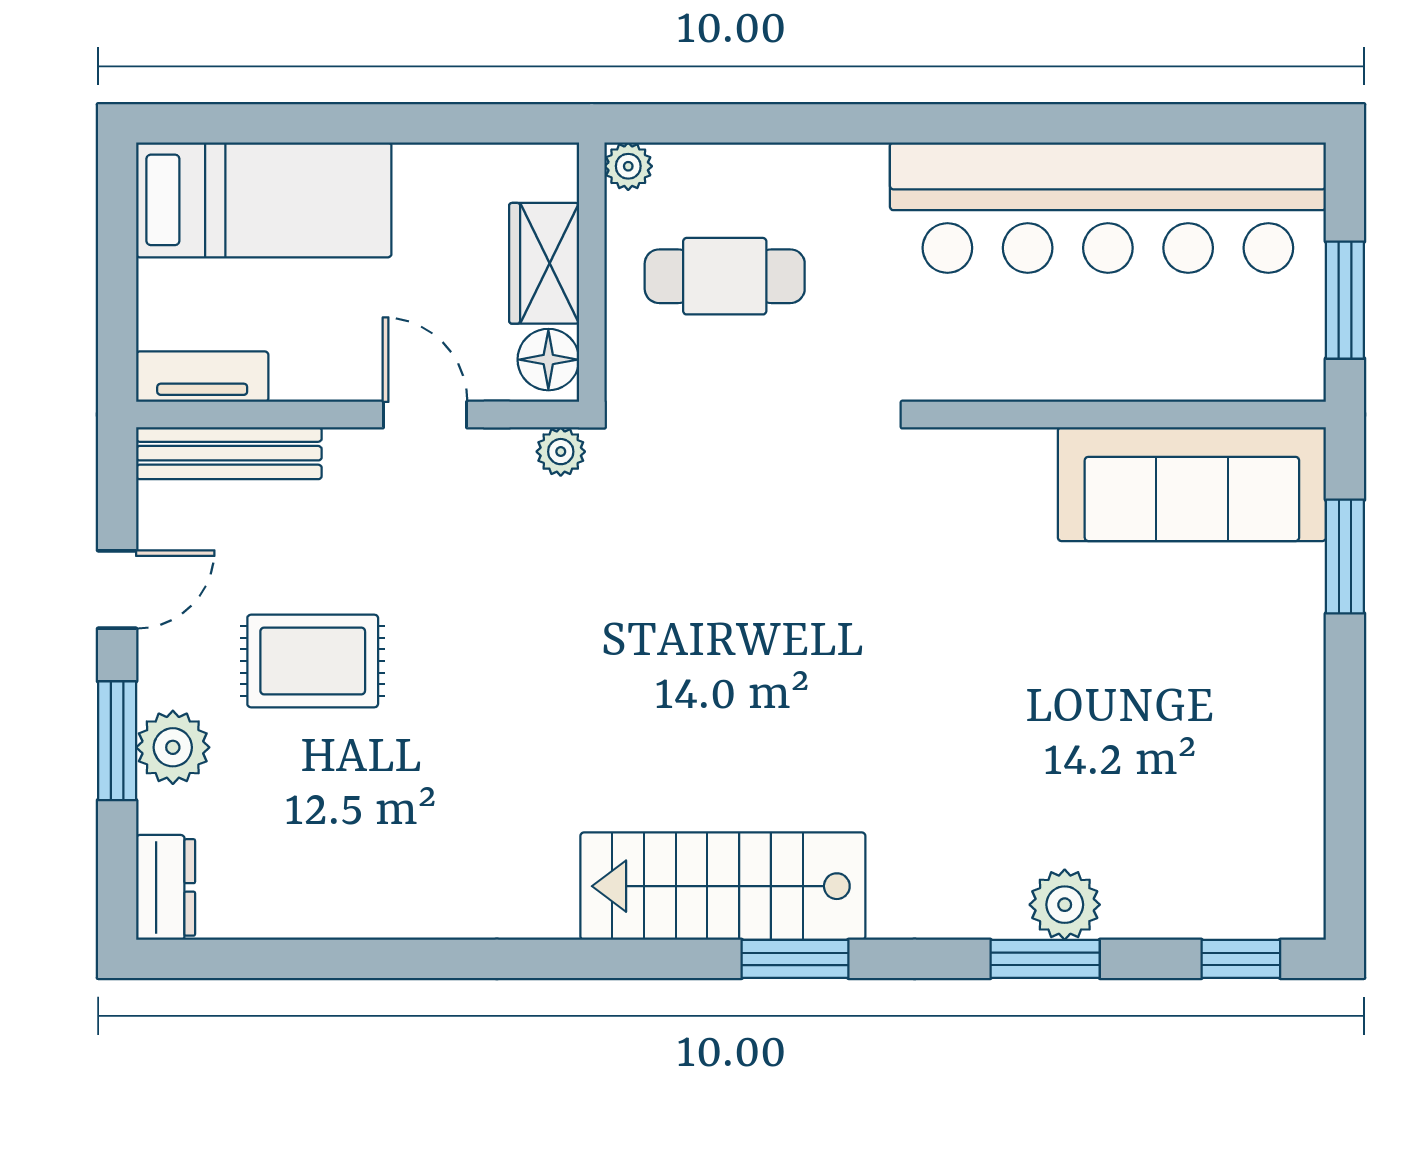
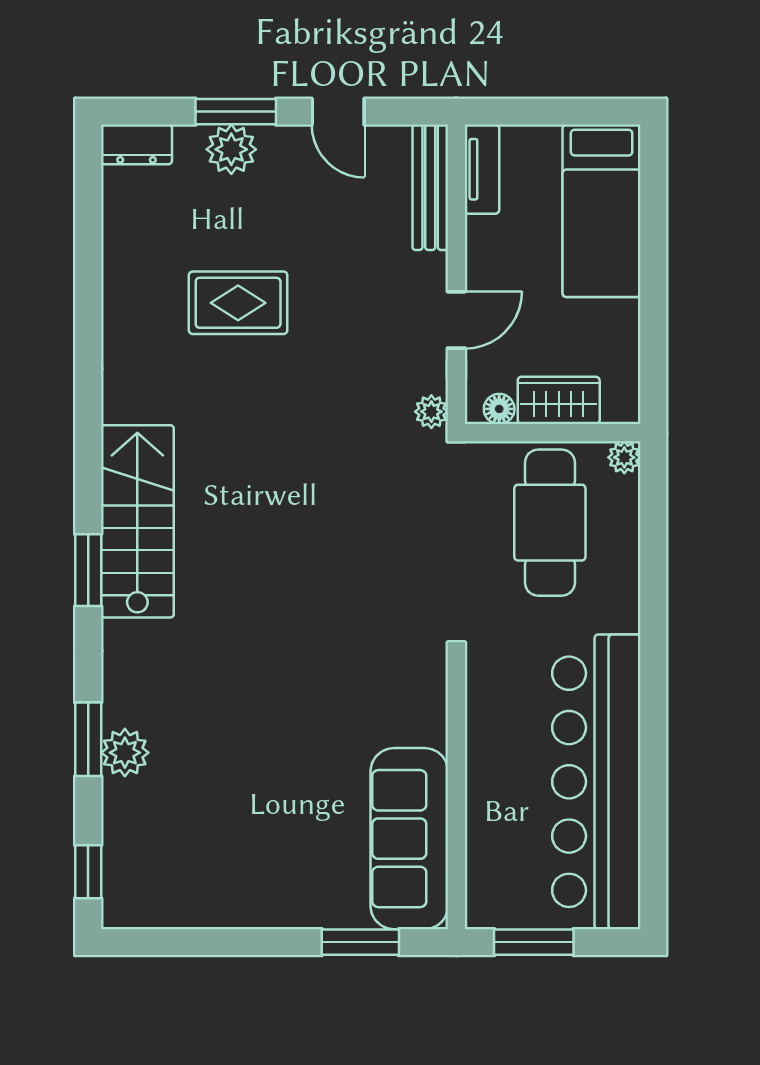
cafe table: (725, 276) -> (550, 523), width x1.37, depth x1.35
floor lamp: (548, 360) -> (499, 409), width x0.73, depth x0.73
rug: (313, 661) -> (238, 303), moved, turned 90

